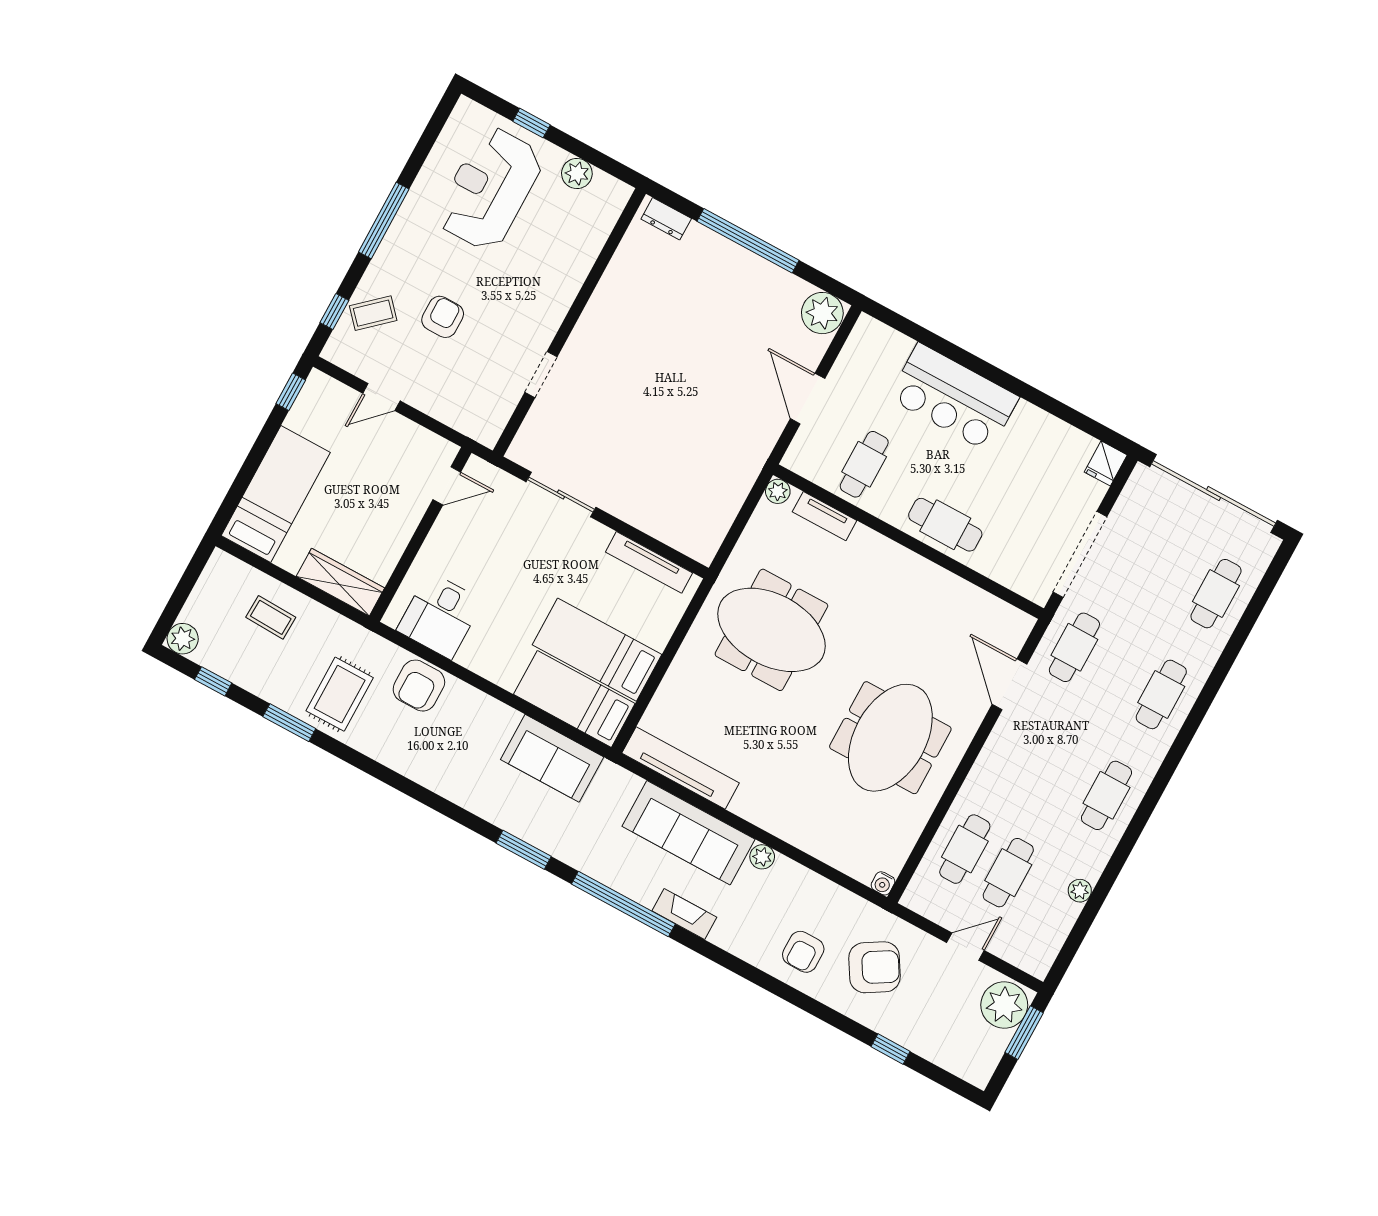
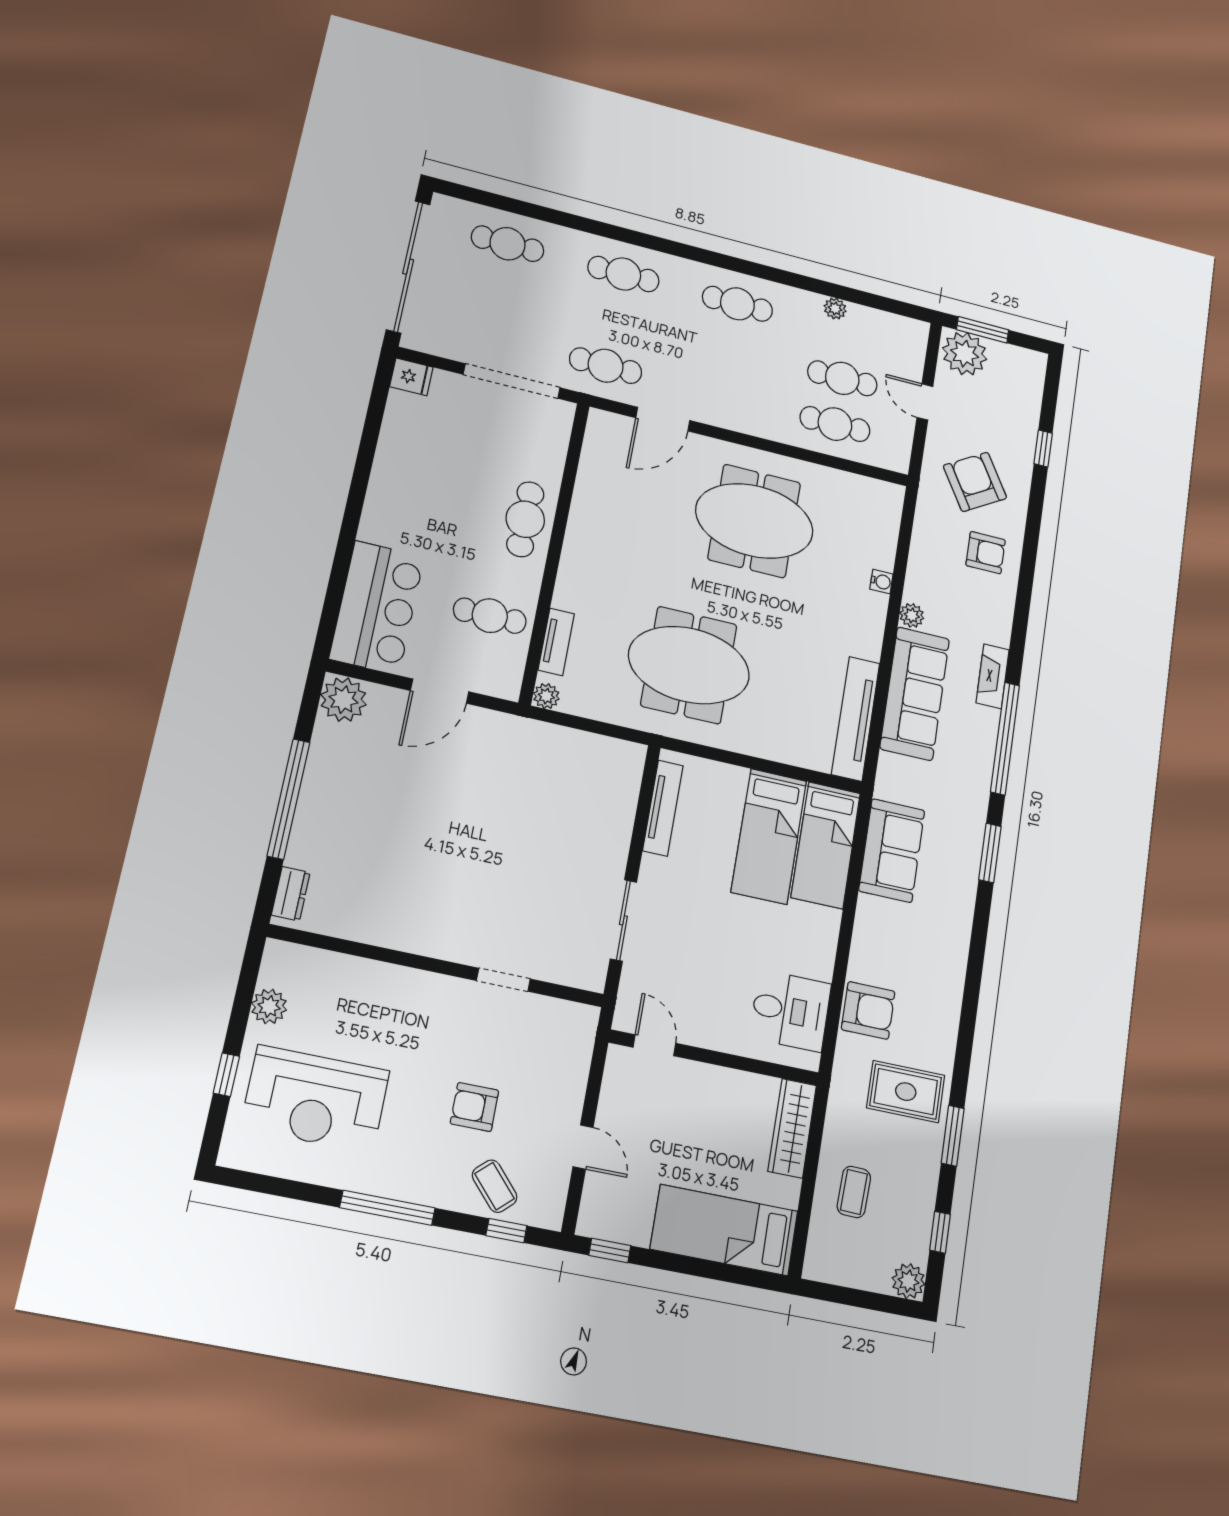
bar counter: (954, 397) -> (377, 607), moved
meeting table: (771, 630) -> (689, 665), turned 90
water cooler: (883, 883) -> (881, 582), moved

